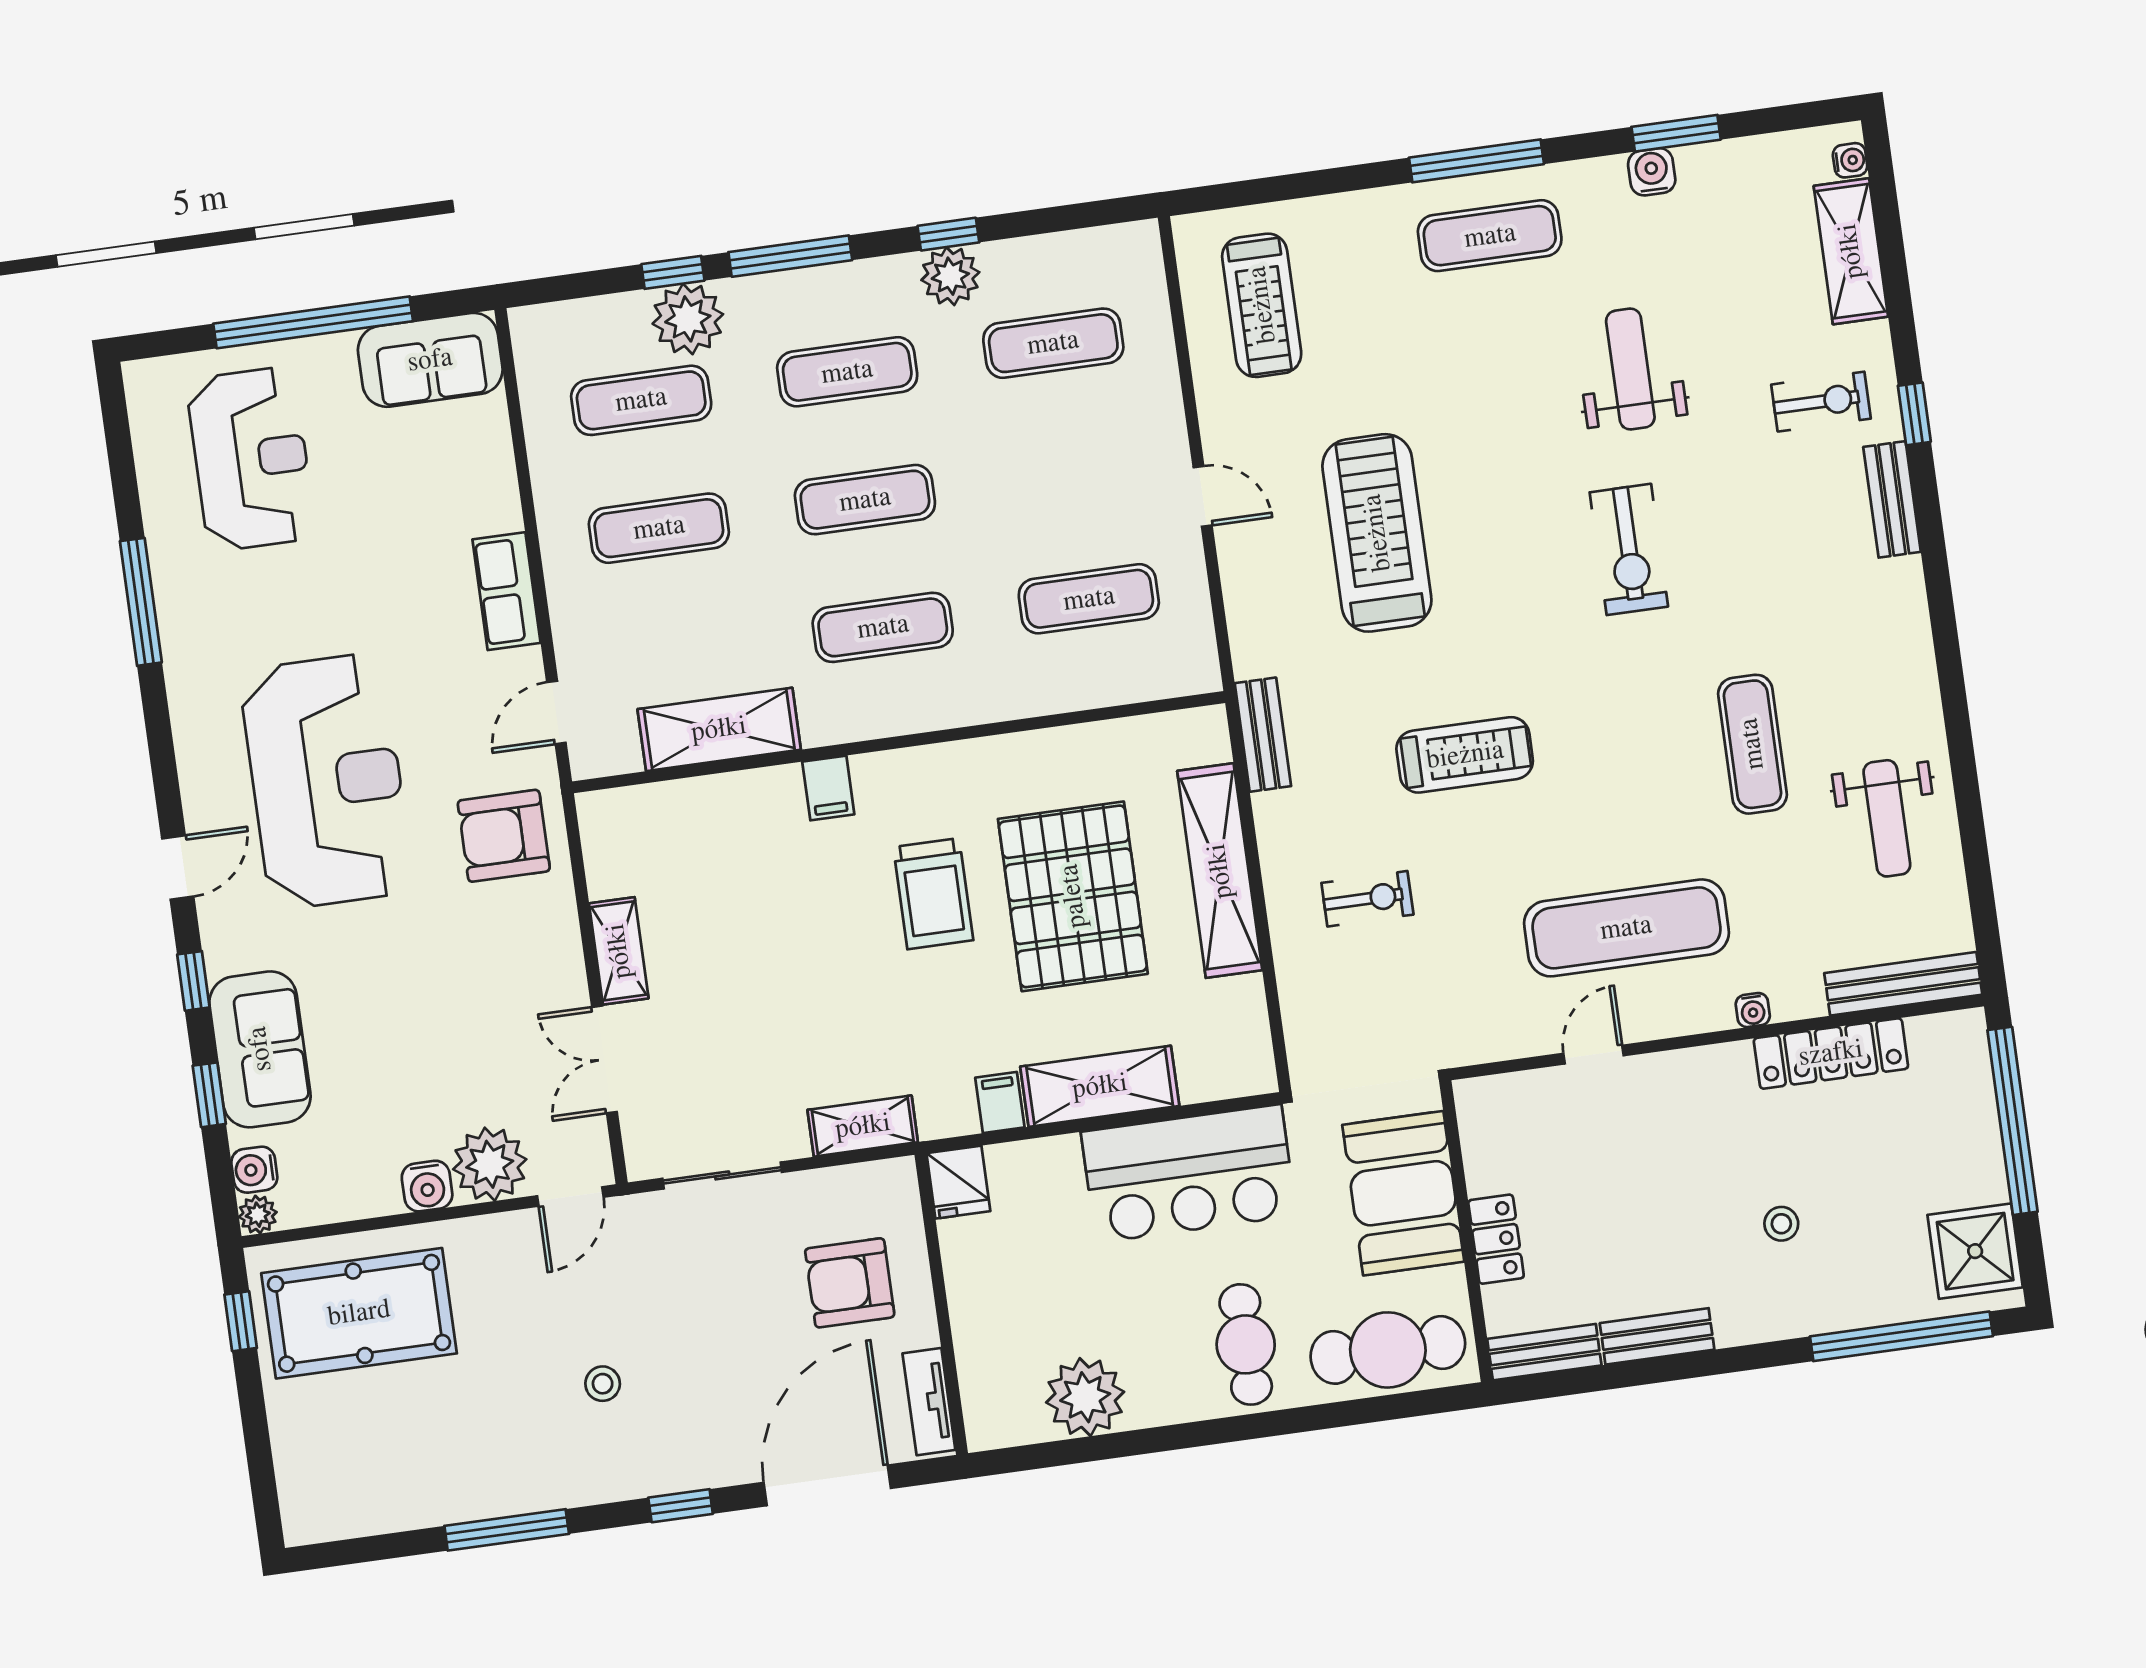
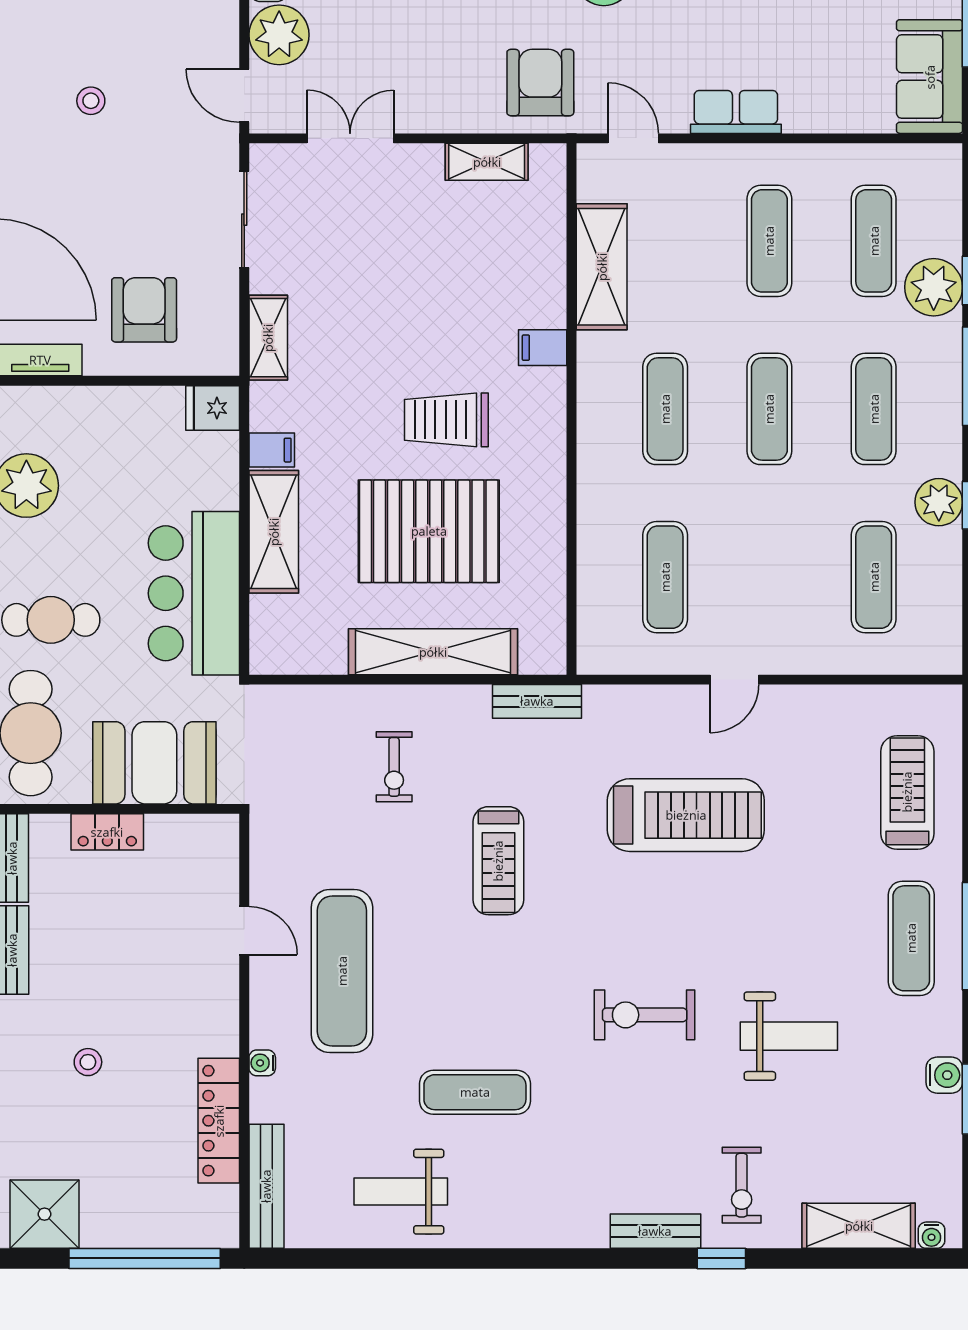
treadmill: (1262, 305) -> (907, 792), moved, turned 90
shelving: (619, 951) -> (487, 162), moved

